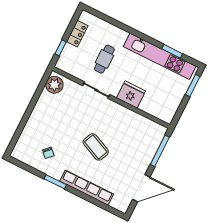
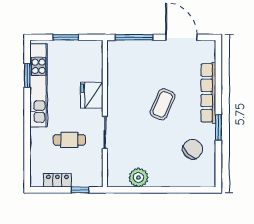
plant: (54, 85) -> (138, 178), moved
window: (193, 85) -> (66, 37), moved
chair: (48, 153) -> (193, 149), width x1.87, depth x1.87

